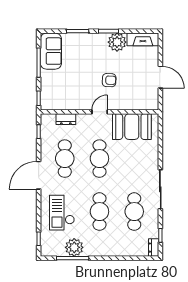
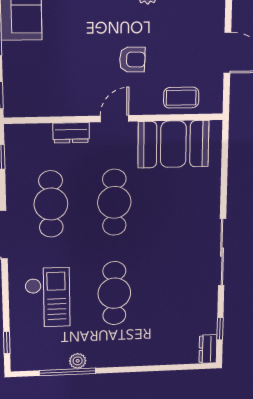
coffee table: (136, 101) -> (181, 98), added
dresser: (66, 119) -> (71, 133), moved
cafe table: (134, 212) -> (176, 291), removed
checkout: (62, 213) -> (47, 297), turned 180
plant: (74, 247) -> (78, 361), width x0.53, depth x0.53

